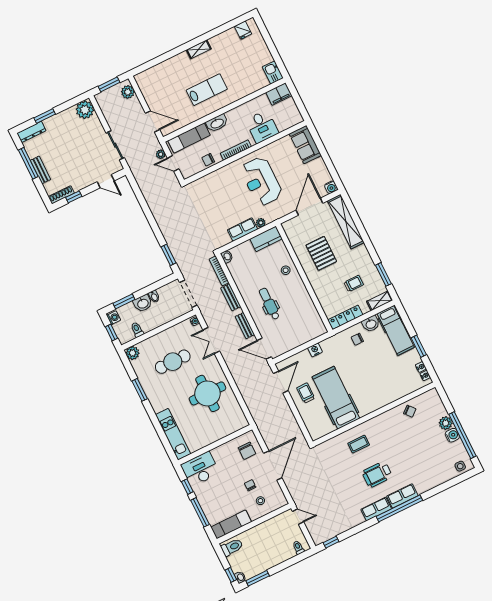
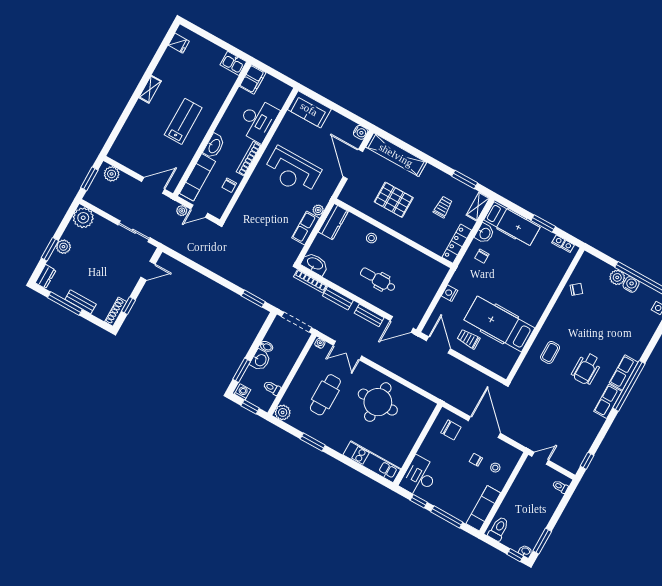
plant: (56, 121) -> (63, 247), added
desk: (262, 127) -> (258, 120), width x1.37
dresser: (31, 132) -> (46, 276), width x0.70
washbasin: (227, 257) -> (315, 264), width x1.91, depth x1.45

